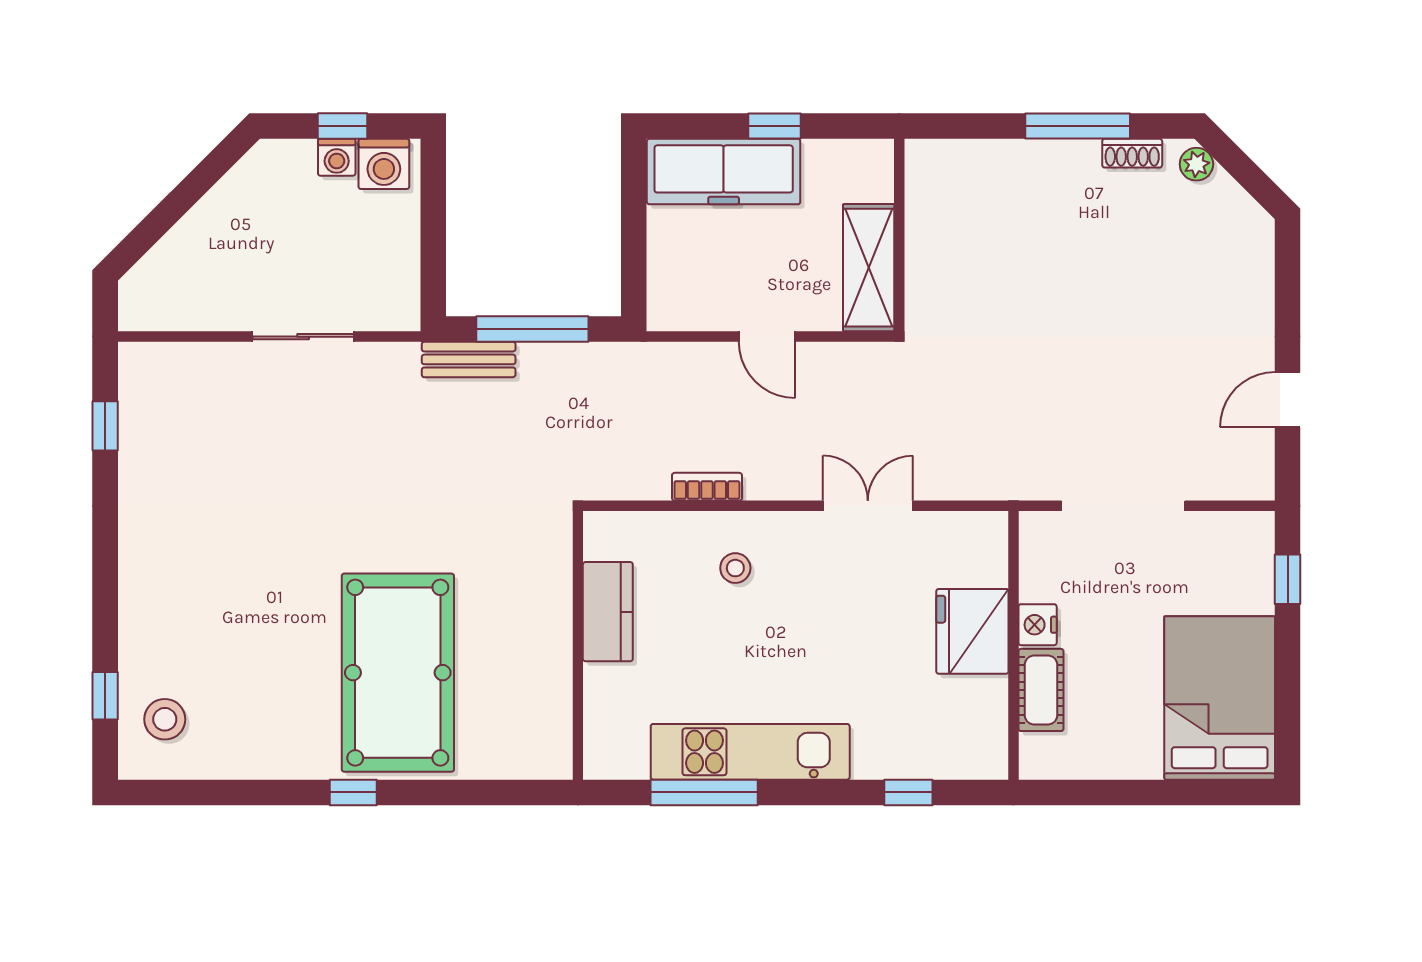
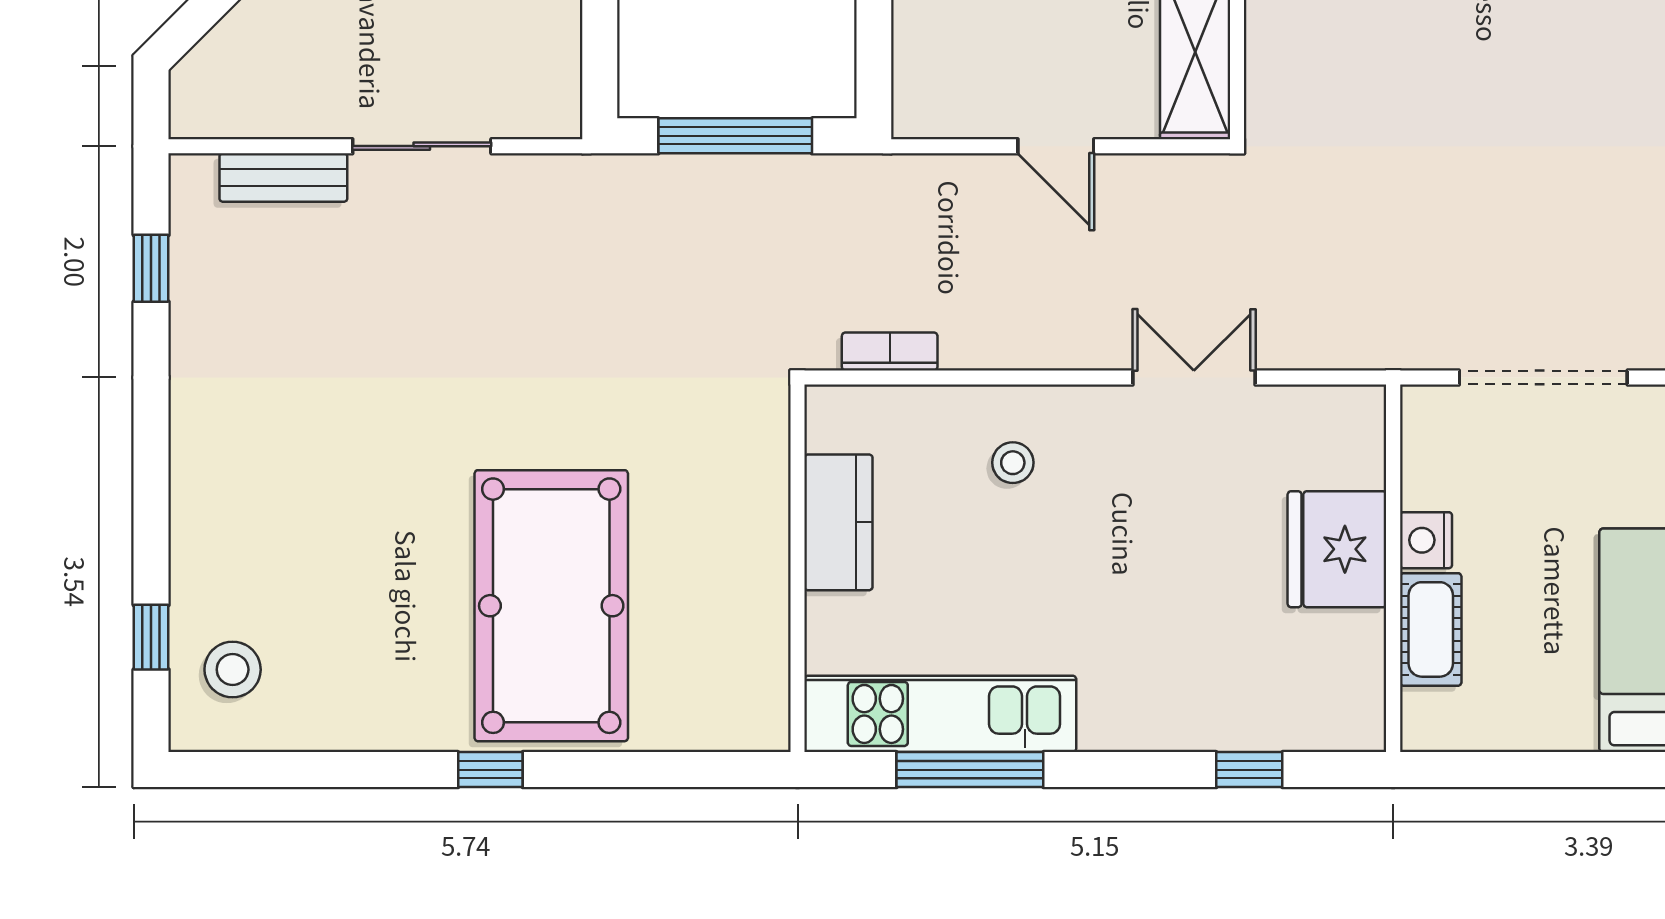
bench: (469, 359) -> (283, 178), moved
bookcase: (707, 487) -> (890, 351), moved
kitchen unit: (750, 752) -> (940, 714), moved

